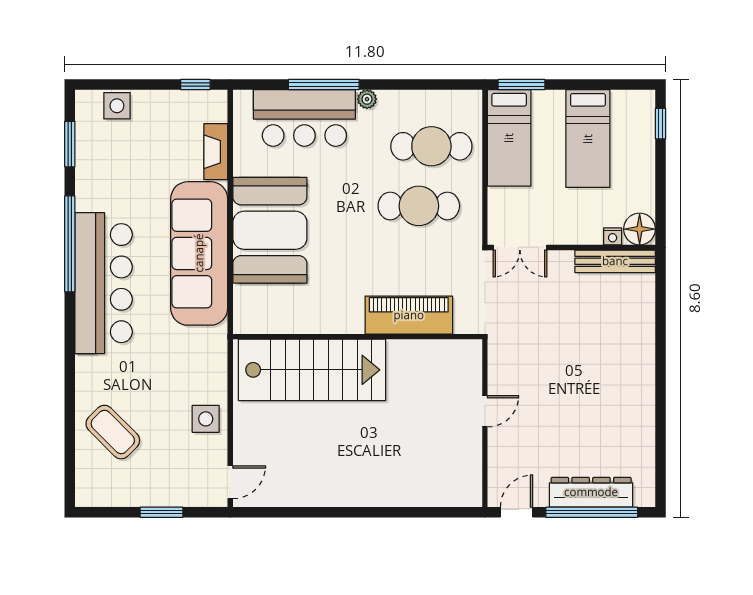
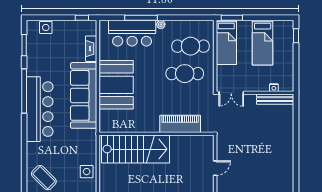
floor lamp: (640, 229) -> (286, 84), removed

